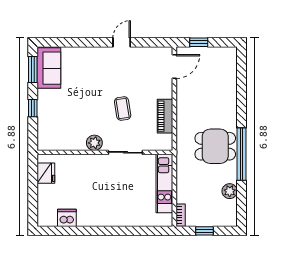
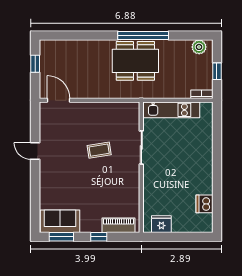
window: (199, 42) -> (35, 64), moved
piano: (165, 116) -> (118, 225), moved, turned 180
plant: (94, 143) -> (132, 177), removed
dining table: (215, 146) -> (135, 61), width x1.38
plant: (230, 191) -> (199, 47), moved

